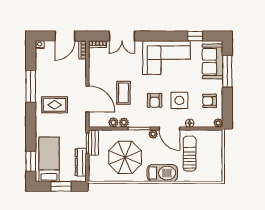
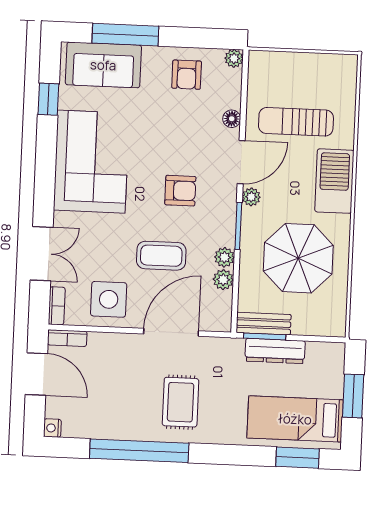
window: (31, 86) -> (139, 451), width x1.46
side table: (179, 100) -> (109, 299), moved
dresser: (81, 162) -> (275, 351), moved

